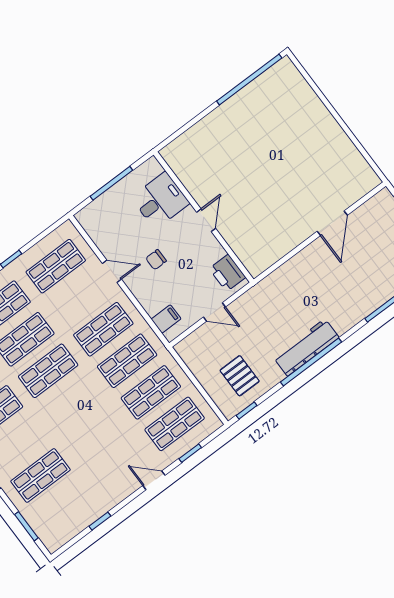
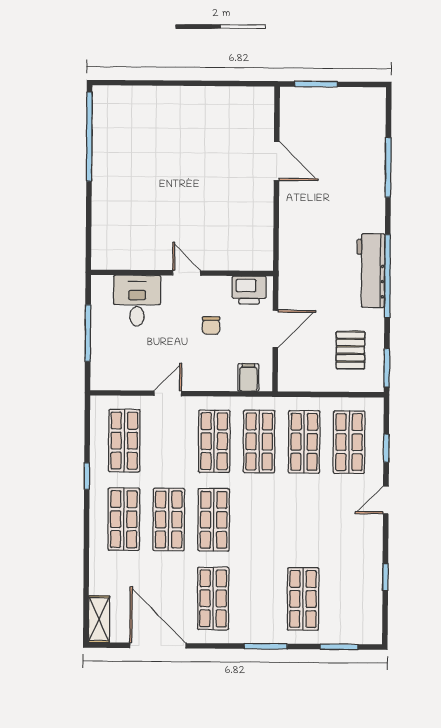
chair: (156, 260) -> (211, 325), moved
door: (214, 312) -> (275, 329), width x1.37
pallet: (240, 376) -> (350, 350), turned 90
window: (247, 411) -> (387, 368), width x1.50

